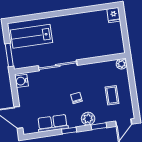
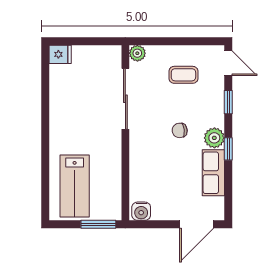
sliding door: (58, 65) -> (125, 99), moved
plant: (88, 119) -> (214, 138), moved

